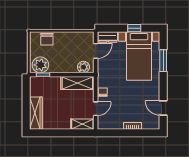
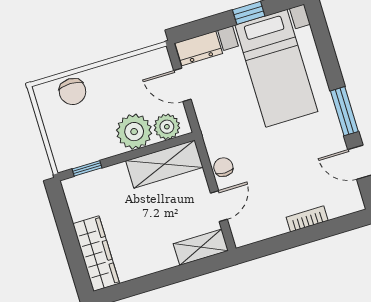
door: (96, 51) -> (182, 85), swing flipped
window: (163, 61) -> (344, 111), moved
plant: (40, 65) -> (134, 132), moved

